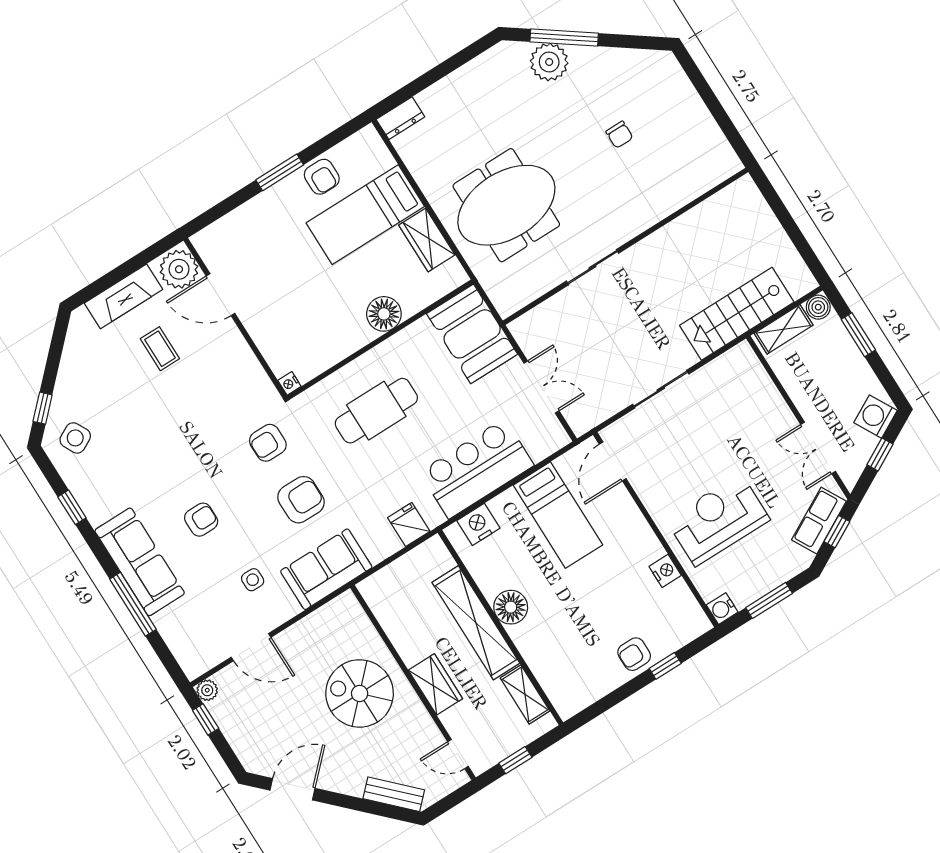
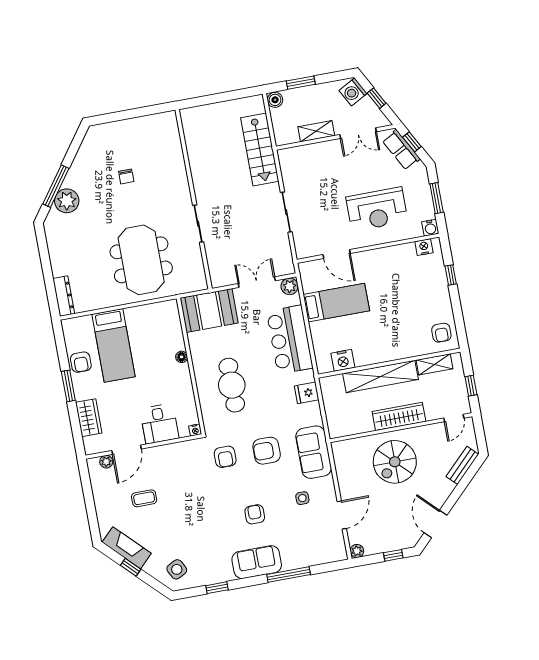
dresser: (400, 118) -> (64, 296), width x1.44
chair: (619, 135) -> (126, 176), turned 90
armchair: (322, 177) -> (81, 362), turned 90
wardrobe: (427, 240) -> (89, 418), moved, turned -90
plant: (179, 269) -> (106, 462), width x0.53, depth x0.53
fireplace: (123, 296) -> (127, 548), moved, turned -45
floor lamp: (384, 314) -> (182, 357), width x0.53, depth x0.53
desk: (278, 327) -> (159, 424), added
shelving: (784, 329) -> (316, 131), moved, turned 90
window: (43, 408) -> (131, 567), moved
plant: (554, 437) -> (290, 286), added
door: (613, 461) -> (337, 254), moved
armchair: (301, 500) -> (267, 451), turned -90
reception desk: (718, 520) -> (377, 209), turned -90
nightstand: (478, 524) -> (343, 360), moved, turned -90
sofa: (140, 562) -> (257, 562), width x0.73
nightstand: (665, 571) -> (424, 247), moved
floor lamp: (511, 607) -> (380, 352), removed
armchair: (634, 654) -> (441, 333), moved
wardrobe: (435, 684) -> (399, 416), width x1.50
window: (206, 719) -> (393, 555), moved

